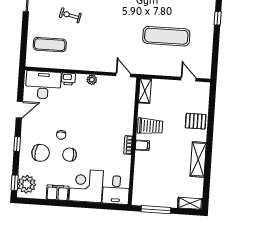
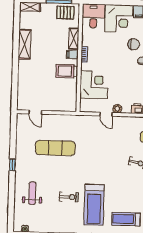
door: (123, 75) -> (106, 114), moved
shelving: (145, 91) -> (74, 39), moved
corner desk: (118, 109) -> (94, 85), added
pallet: (196, 121) -> (65, 13), moved

